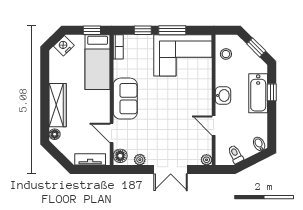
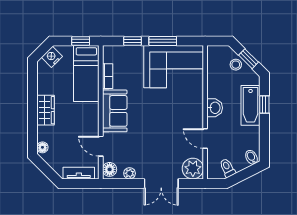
bookcase: (118, 47) -> (108, 76), moved
stool: (226, 54) -> (236, 65), moved
wardrobe: (58, 105) -> (46, 110), width x0.67
plant: (206, 160) -> (193, 169), width x1.87, depth x1.87

